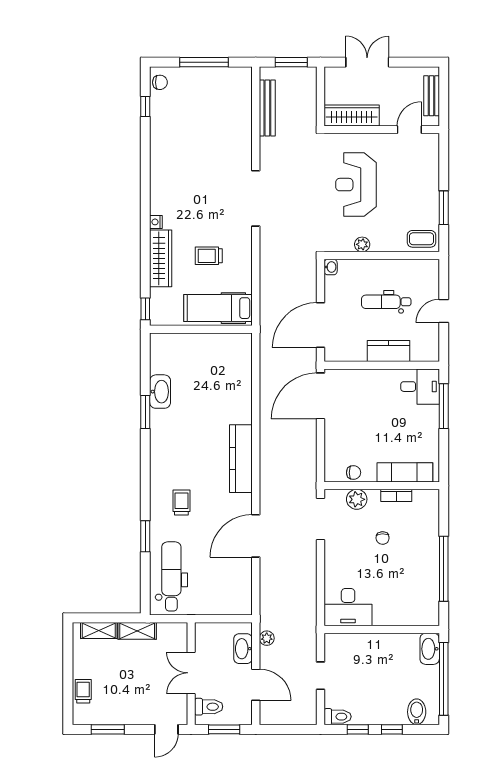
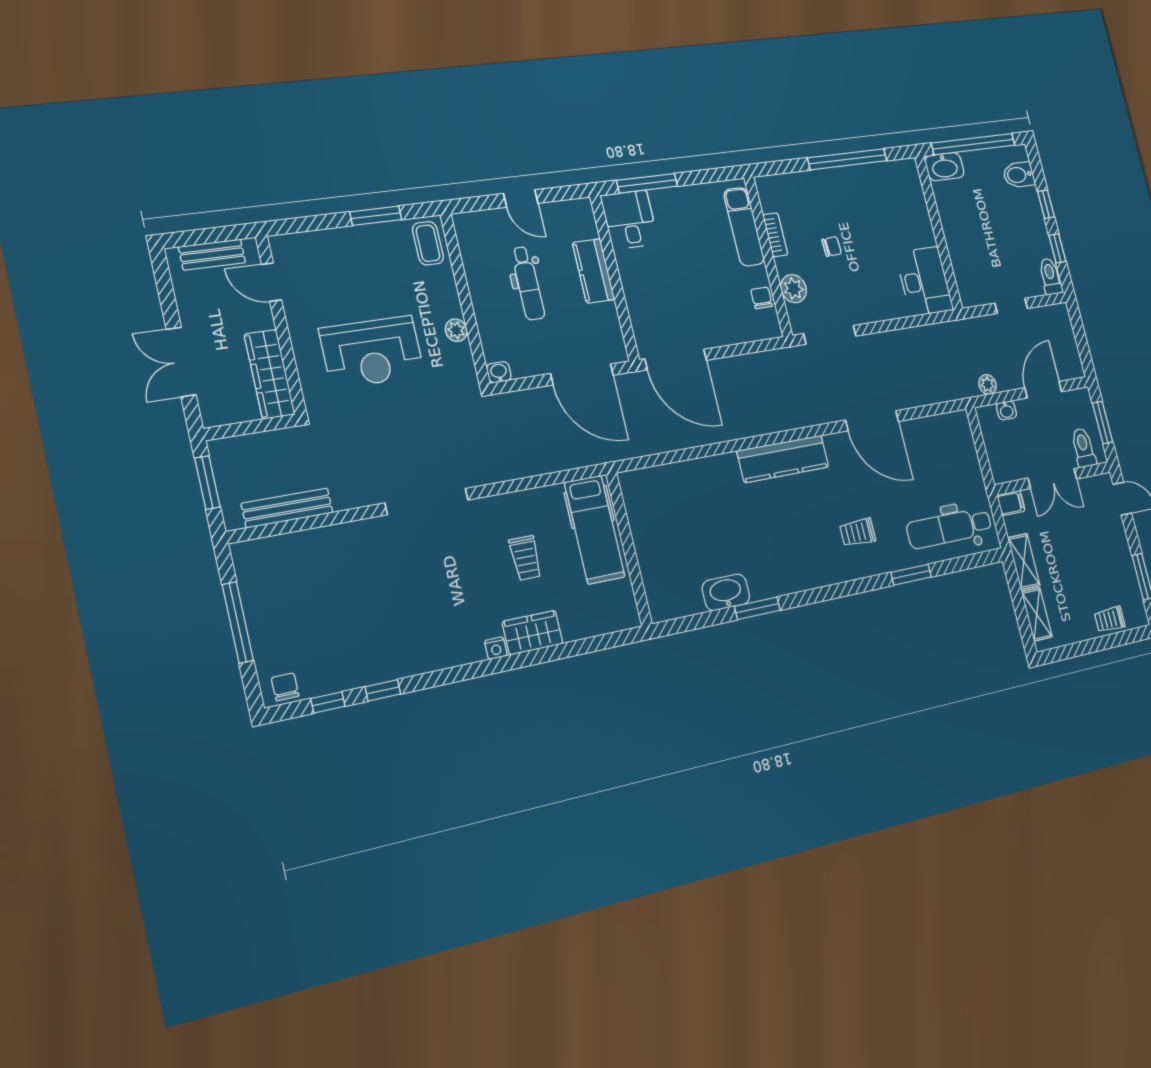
wardrobe: (161, 258) -> (533, 633), width x0.67
window: (145, 309) -> (383, 690), moved
filing cabinet: (180, 633) -> (1011, 503), added
washbasin: (243, 649) -> (1006, 410), width x0.52, depth x0.69

